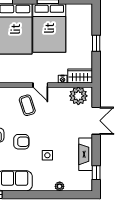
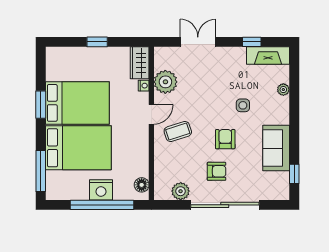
plant: (78, 96) -> (165, 82), moved
fireplace: (86, 154) -> (268, 55), moved
window: (96, 173) -> (252, 42), moved

